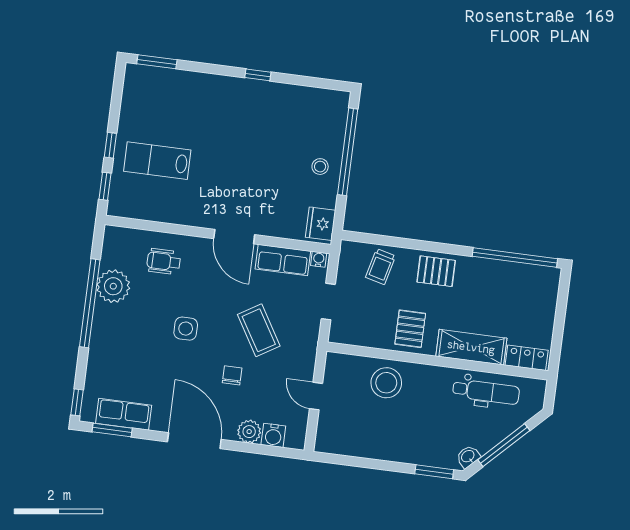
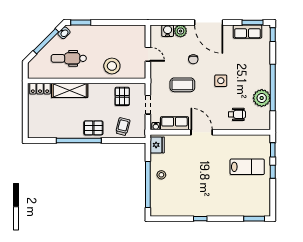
window: (515, 257) -> (79, 140), moved
pallet: (410, 329) -> (122, 96), moved
coffee table: (259, 330) -> (182, 85), turned -59
dental chair: (486, 392) -> (69, 58), moved

